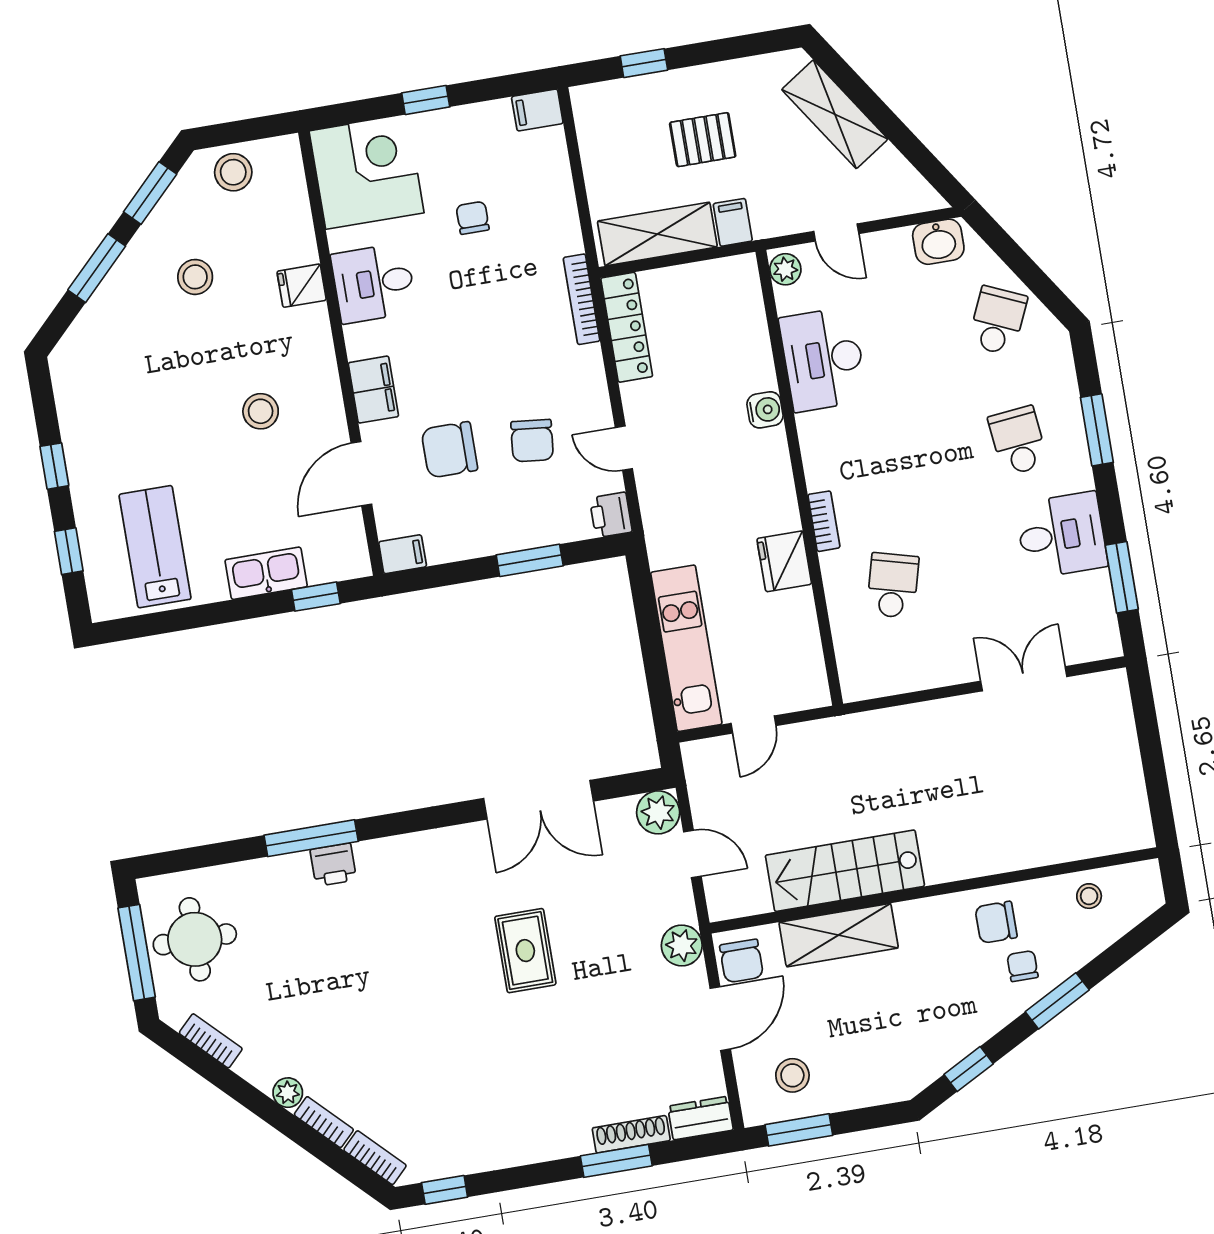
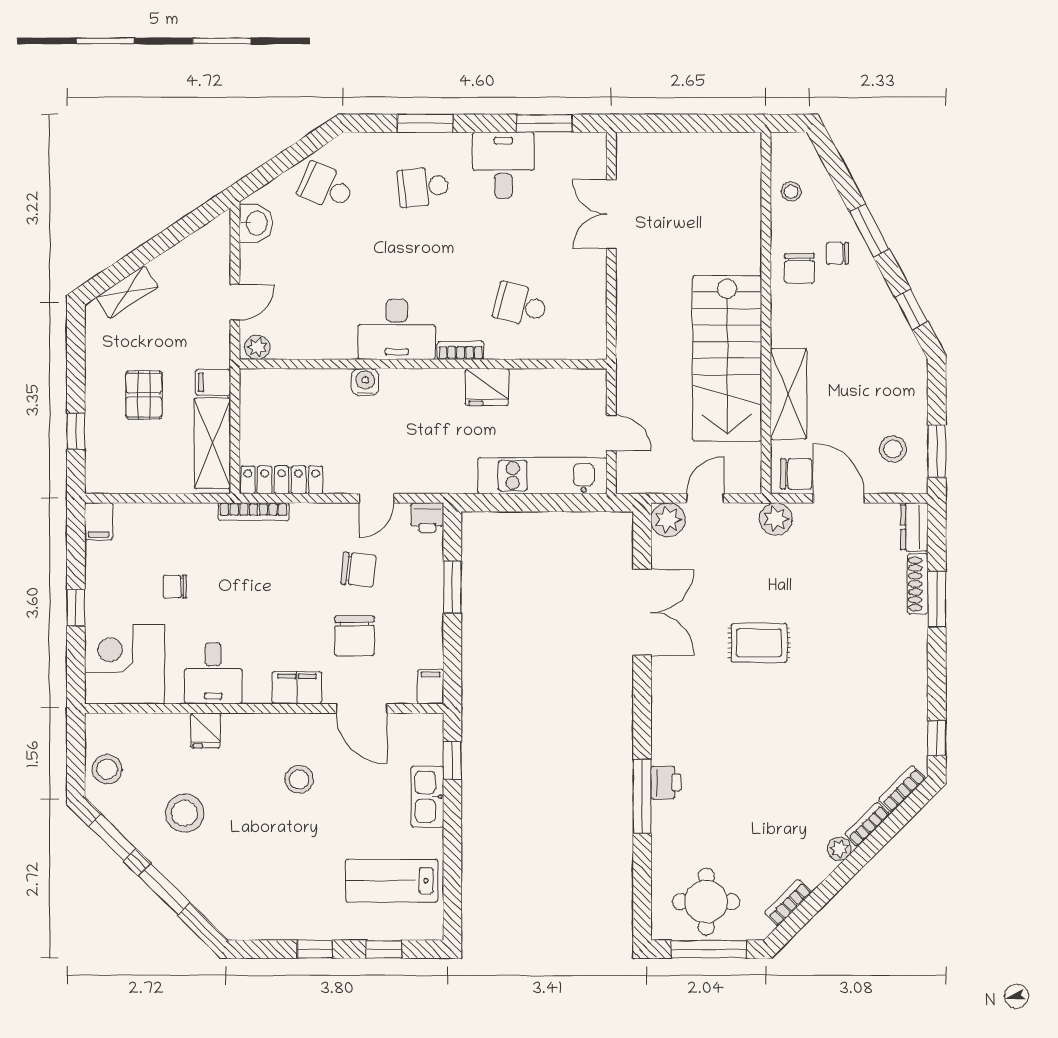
shelving: (835, 114) -> (127, 292), width x0.67, depth x0.75
stool: (195, 277) -> (185, 813), width x1.38, depth x1.38
desk: (823, 359) -> (397, 329), moved
stairs: (845, 871) -> (727, 358), width x1.36, depth x1.51

